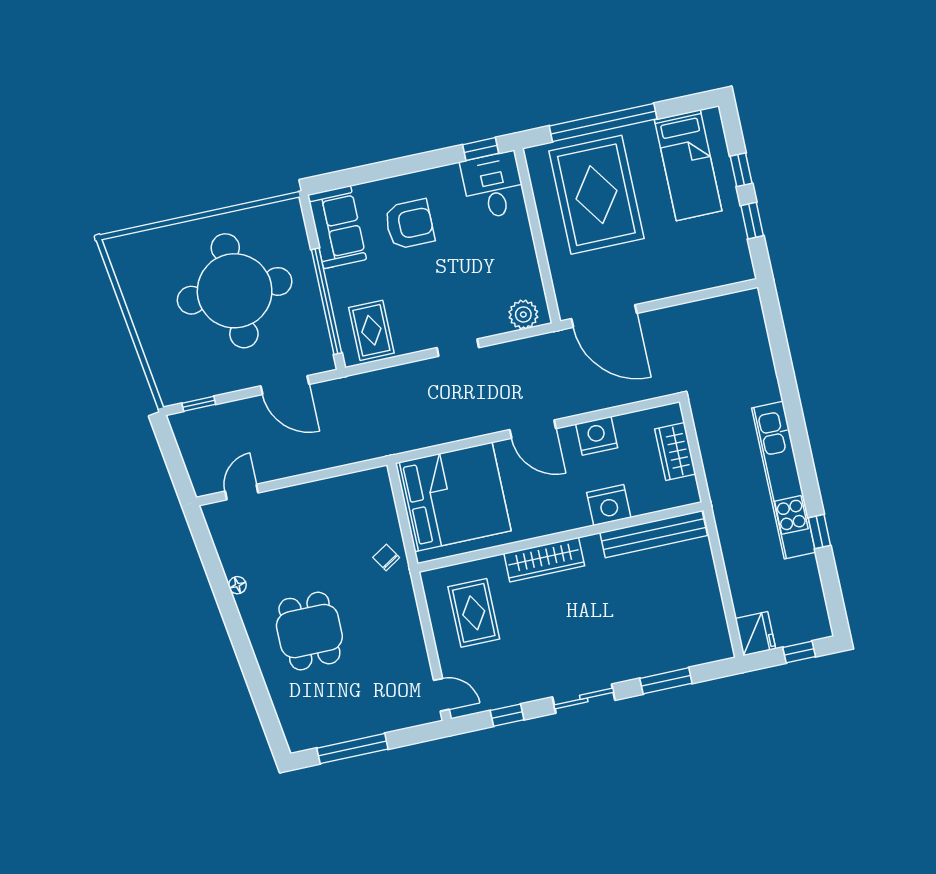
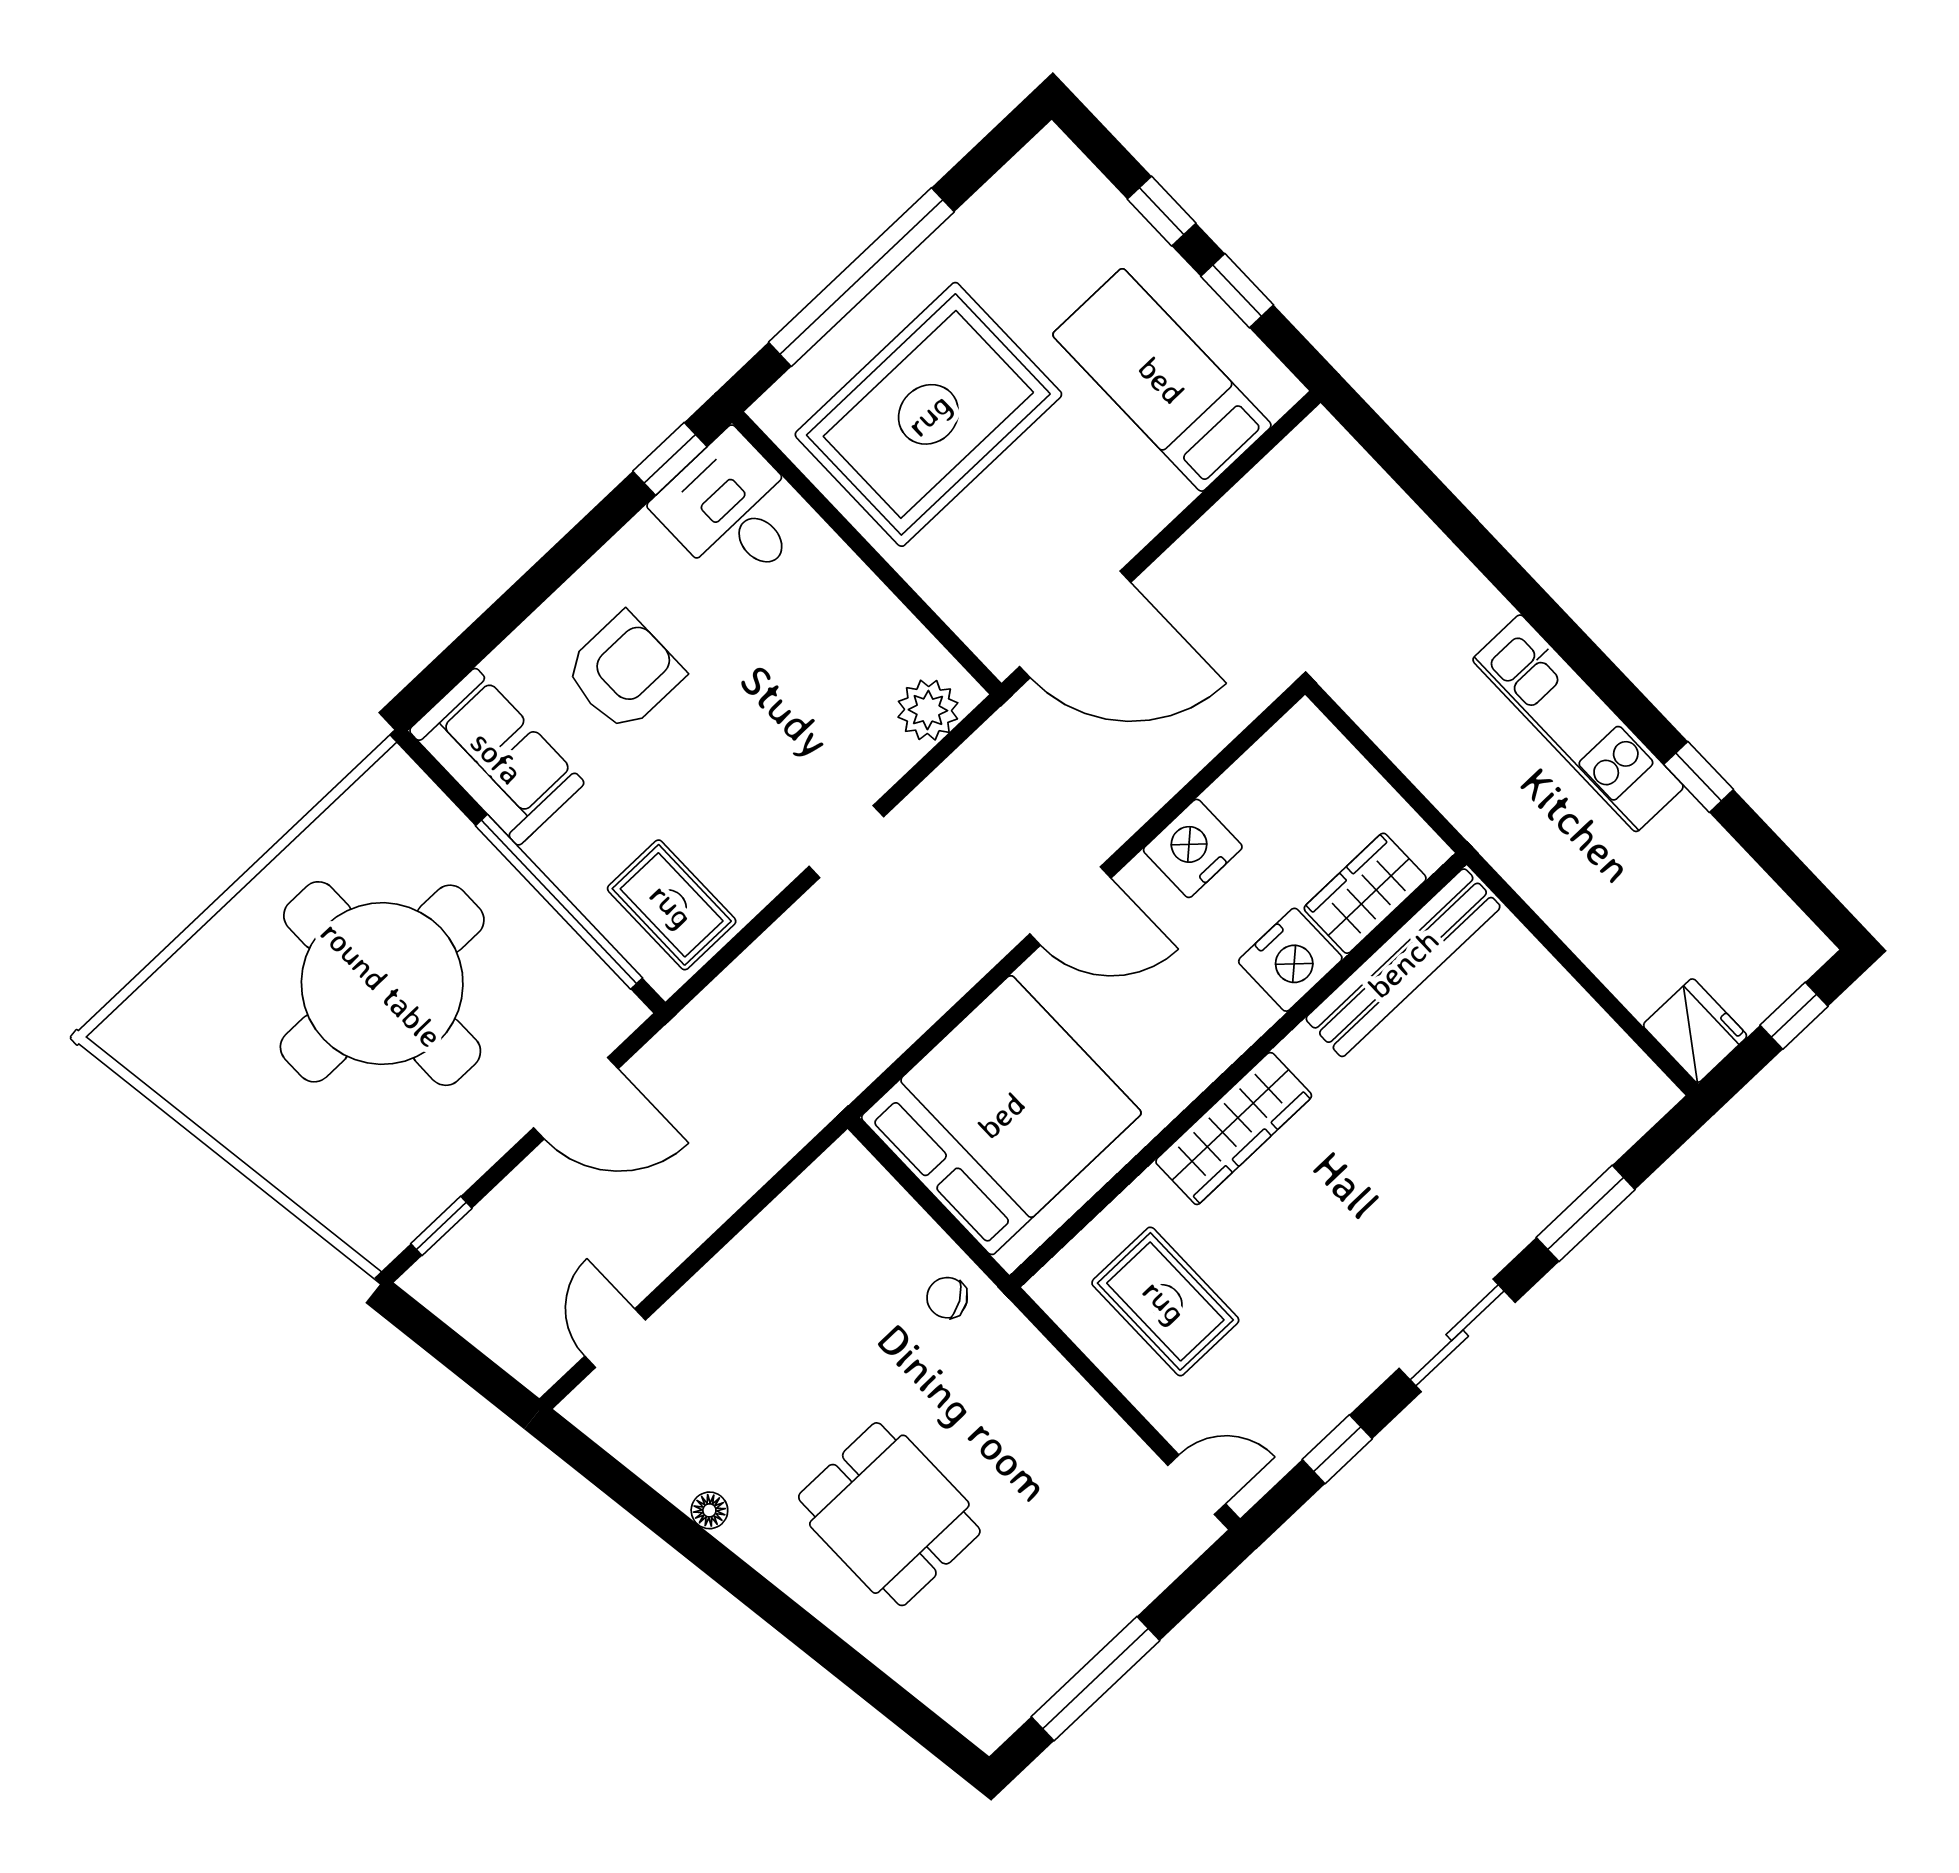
bed: (688, 165) -> (1162, 380), moved, turned 180
rug: (596, 195) -> (928, 414), turned 90
wardrobe: (675, 451) -> (1365, 893), moved, turned 90
kitchen unit: (784, 480) -> (1578, 723), width x0.73

